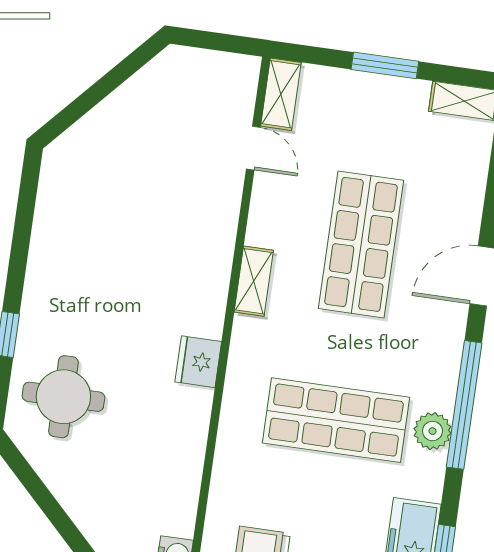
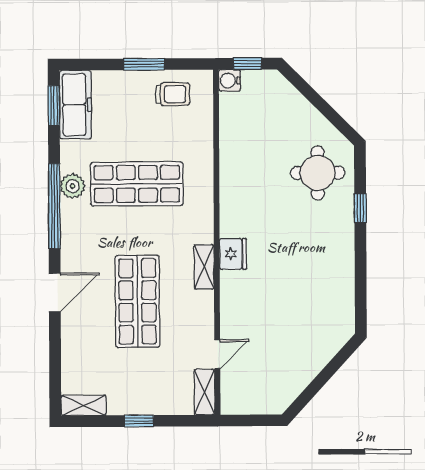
window: (385, 65) -> (139, 421), width x0.67
door: (253, 148) -> (217, 354), swing flipped
fridge: (198, 362) -> (233, 254), moved

